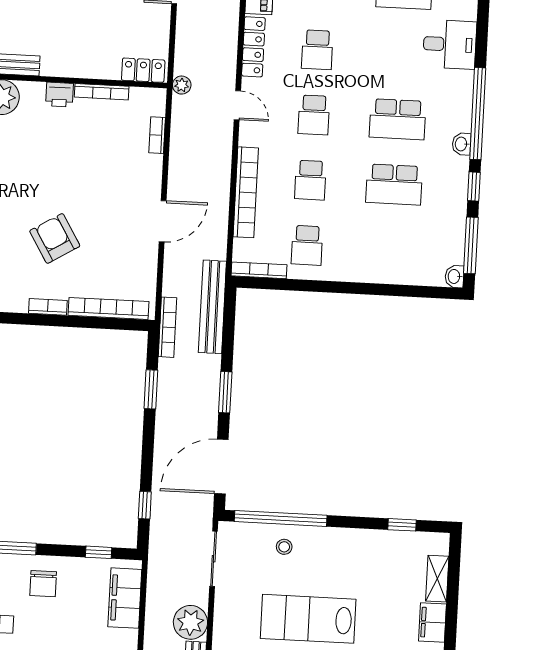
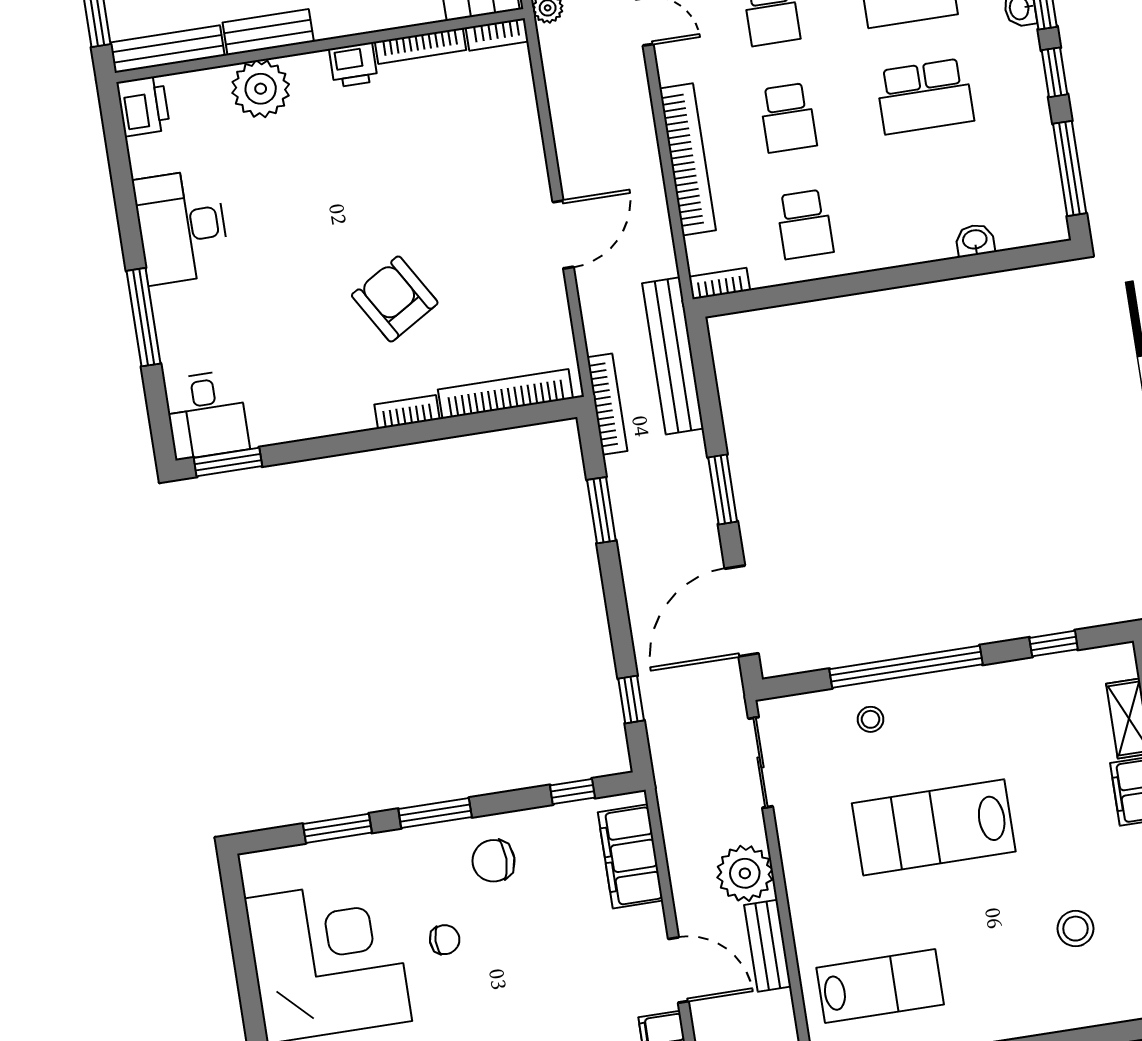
bookcase: (157, 135) -> (497, 34), moved, turned -90
bookcase: (259, 270) -> (720, 284), width x0.64
washbasin: (454, 276) -> (975, 240), moved, turned 90
window: (281, 518) -> (906, 667), moved
chair: (43, 584) -> (493, 861), turned 90

